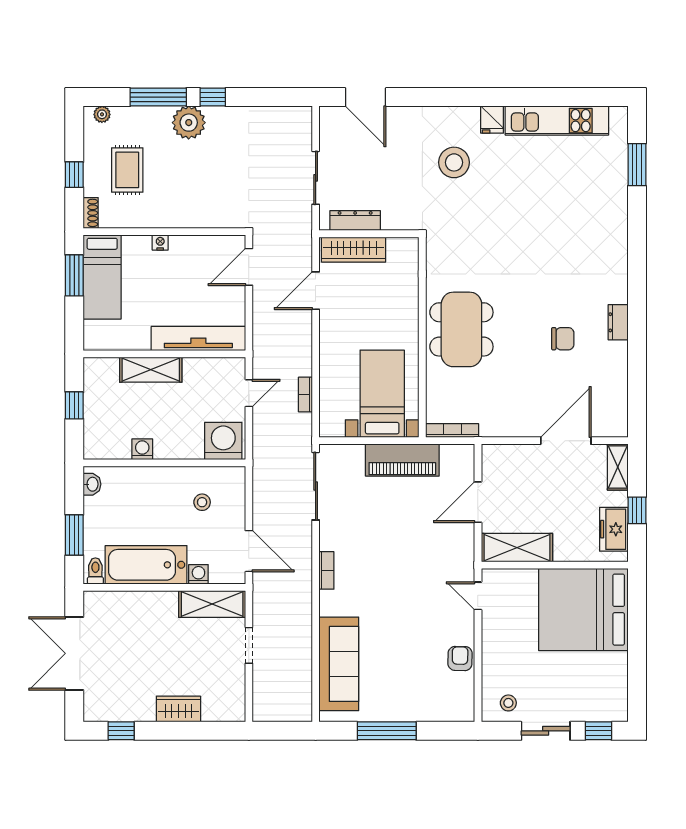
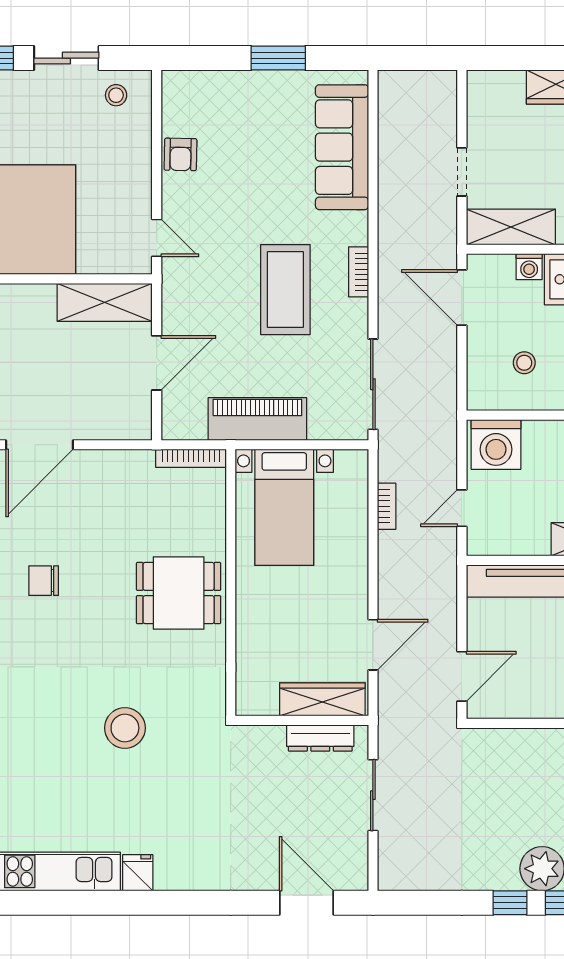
stool: (454, 162) -> (125, 728), moved
dining table: (461, 329) -> (179, 593), width x0.73
coffee table: (381, 557) -> (285, 290), added
window: (387, 731) -> (278, 58), width x0.69

